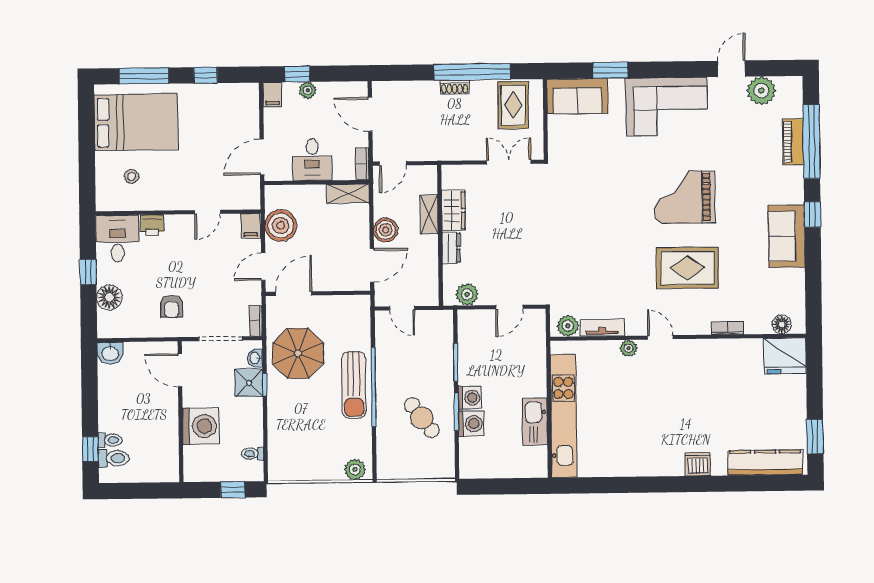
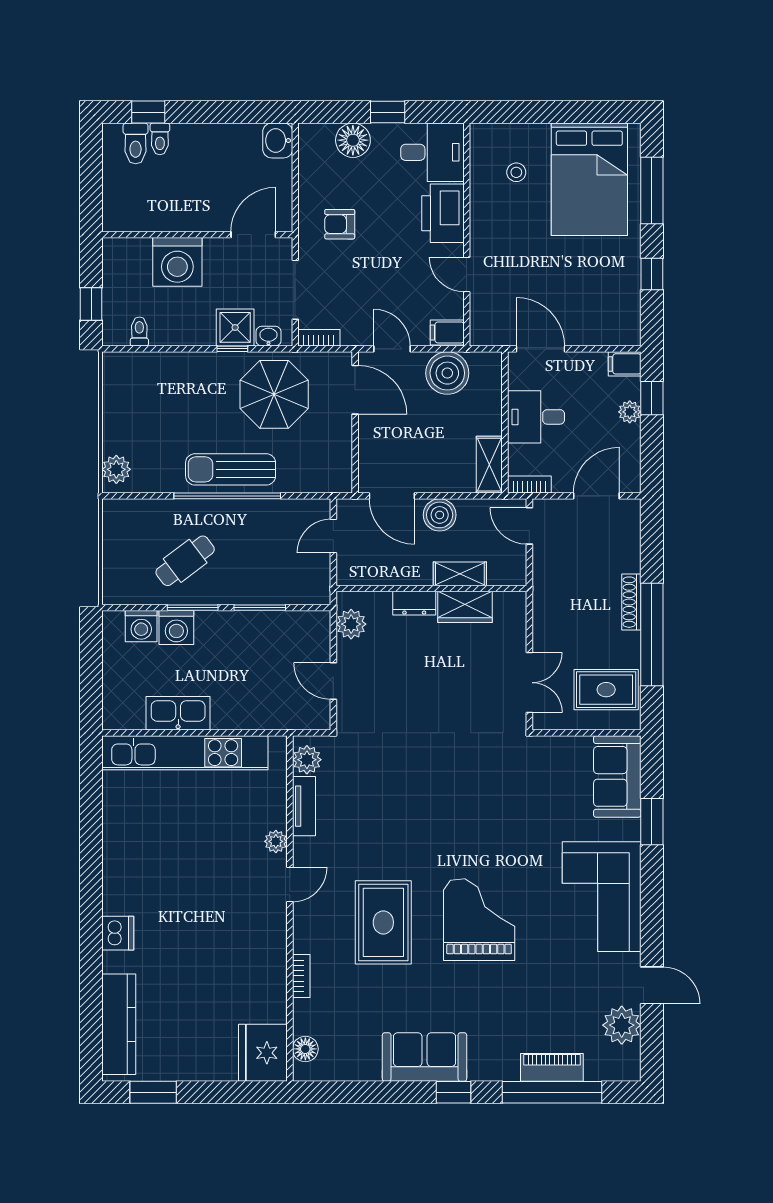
shoe rack: (455, 87) -> (631, 602), width x1.43
printer: (152, 225) -> (443, 213), width x1.87, depth x1.48
washing machine: (470, 398) -> (141, 626), moved

